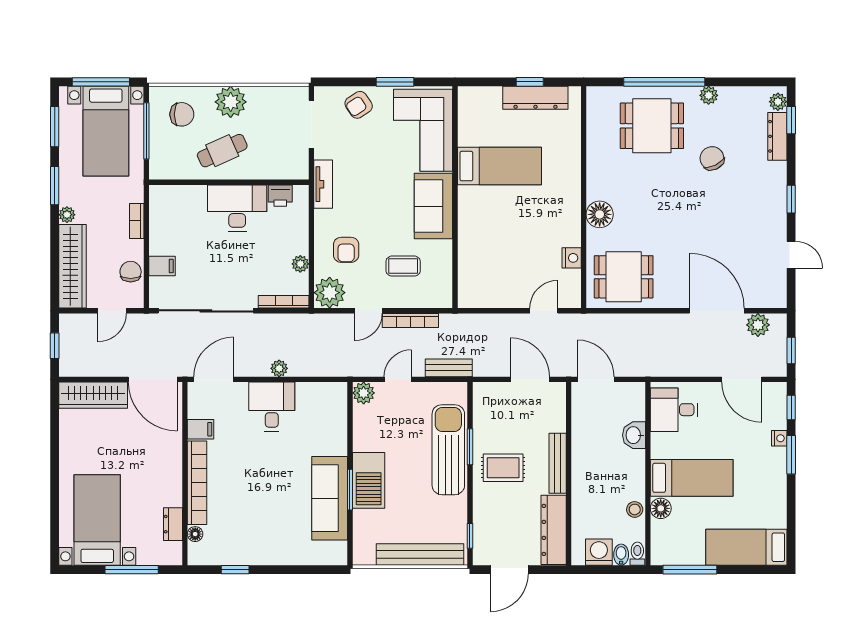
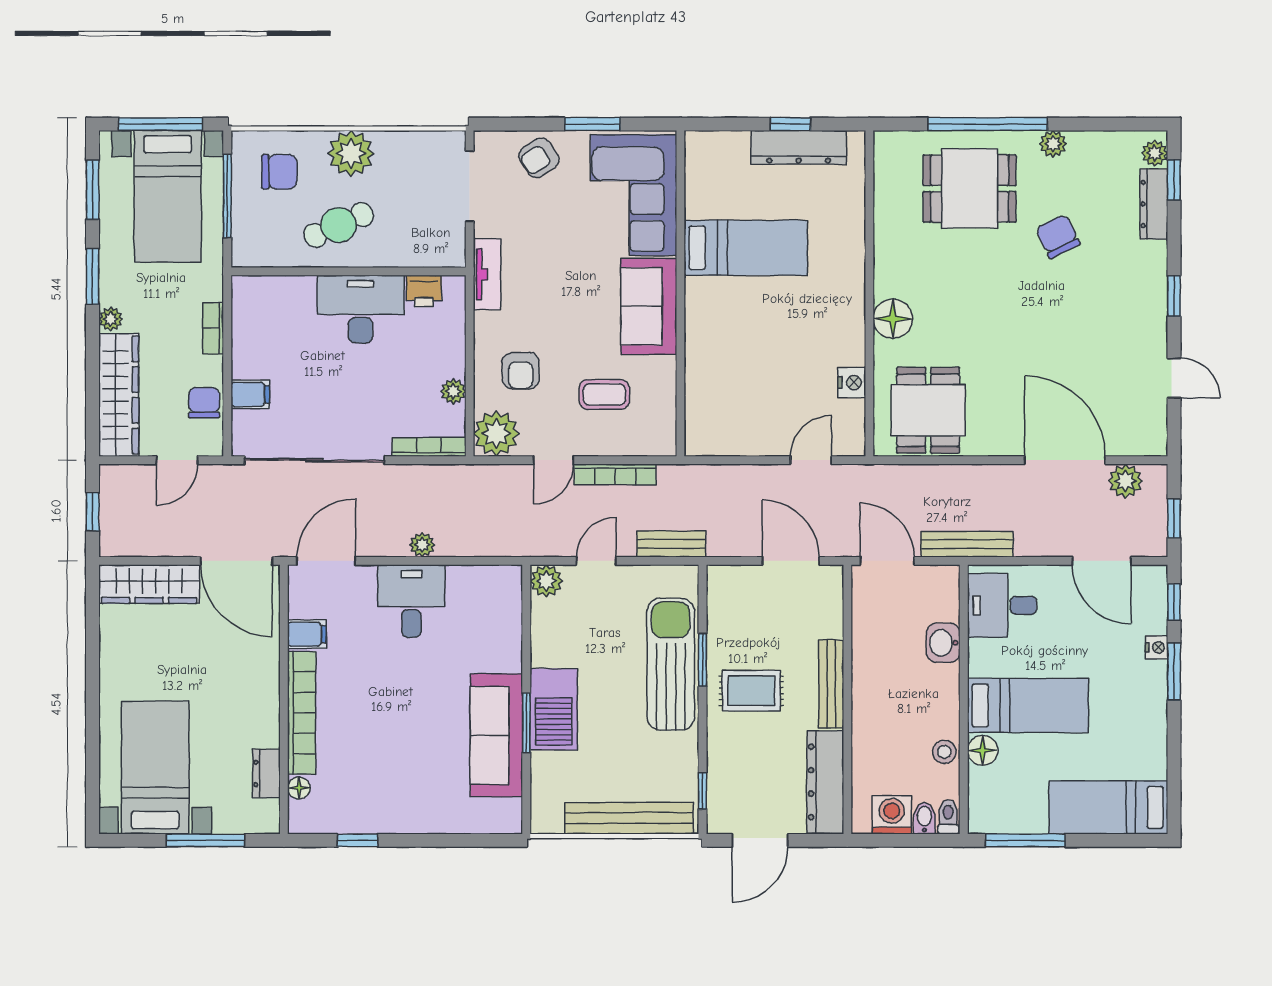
dining table: (624, 277) -> (928, 410), turned 90
bench: (650, 368) -> (967, 544), added

